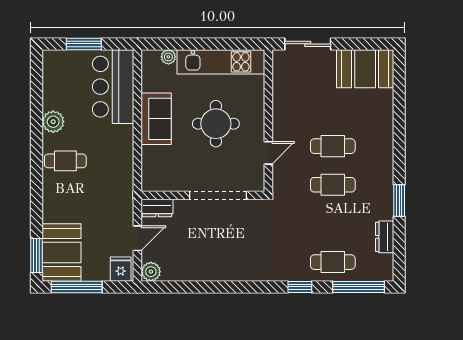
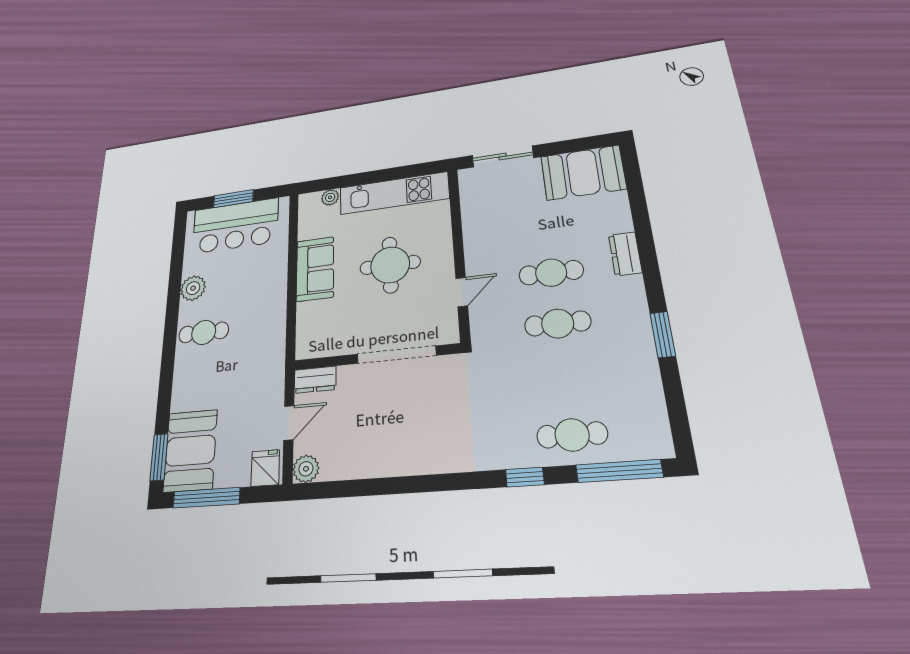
bar counter: (113, 87) -> (235, 226), moved, turned -90
dresser: (385, 237) -> (625, 254), moved

